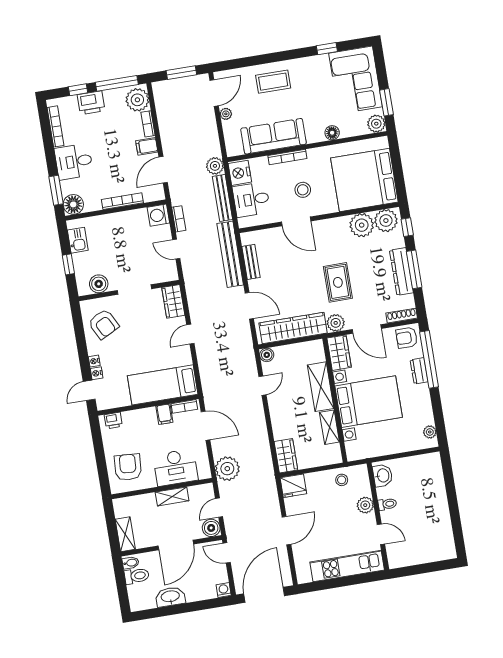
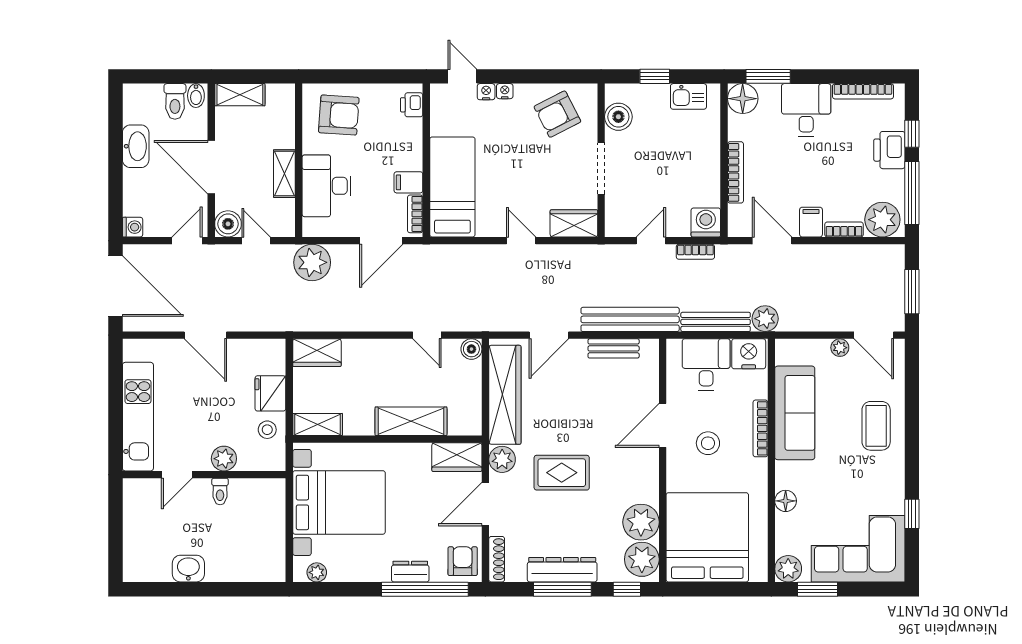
bed with nightstands: (369, 402) -> (339, 502), moved, turned -90
shelving: (329, 427) -> (318, 424), moved
washbasin: (383, 476) -> (188, 569), moved, turned 180
fridge: (293, 486) -> (270, 393), moved

